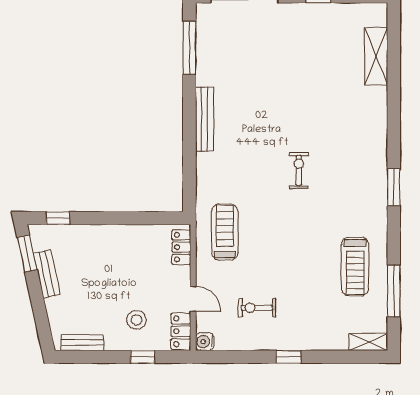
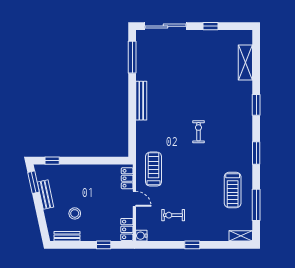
window: (394, 126) -> (256, 105), added
window: (394, 187) -> (256, 153), moved
door: (193, 299) -> (134, 199), moved
stool: (136, 320) -> (75, 213), moved

